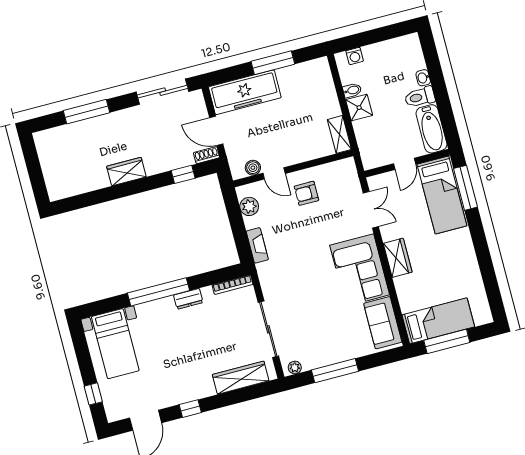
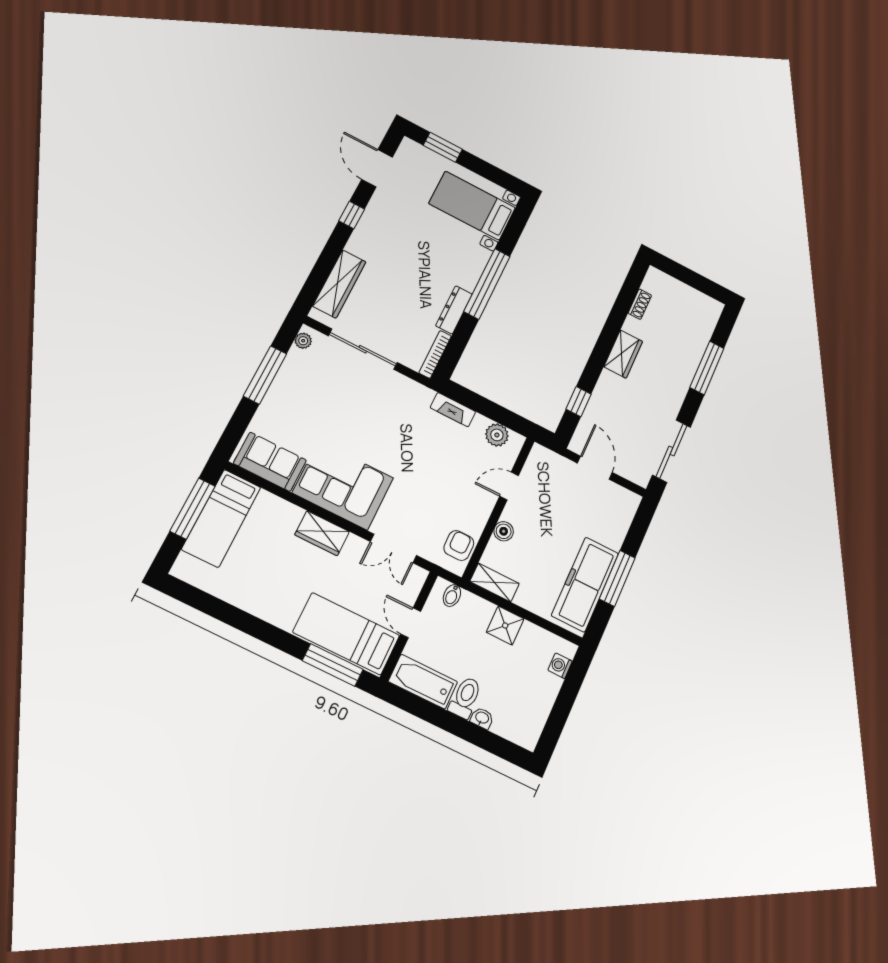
bidet: (352, 90) -> (452, 596), moved
freezer: (245, 92) -> (585, 584), moved
door: (216, 131) -> (595, 468), hinge flipped
shoe rack: (207, 155) -> (640, 304), moved
boiler: (253, 168) -> (504, 531), moved
armchair: (306, 193) -> (459, 545), moved
dresser: (188, 299) -> (454, 310), width x1.44
window: (93, 394) -> (443, 147), width x1.50

